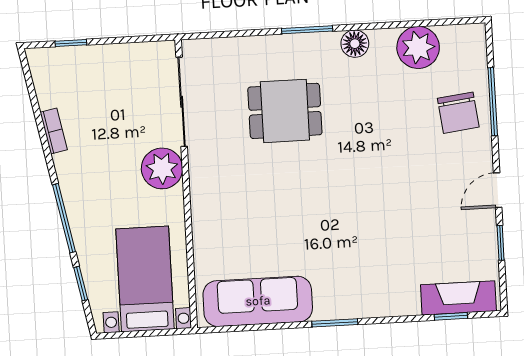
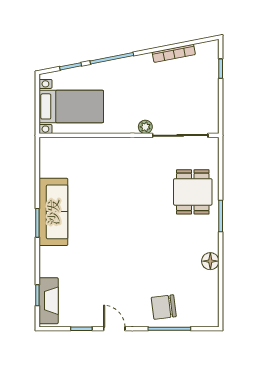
floor lamp: (355, 44) -> (210, 261), moved
plant: (418, 47) -> (206, 284), removed
dining table: (285, 111) -> (193, 192), moved
bookcase: (54, 131) -> (174, 53), width x1.56
plant: (162, 168) -> (145, 127), width x0.53, depth x0.53
sofa: (258, 301) -> (53, 212), moved

